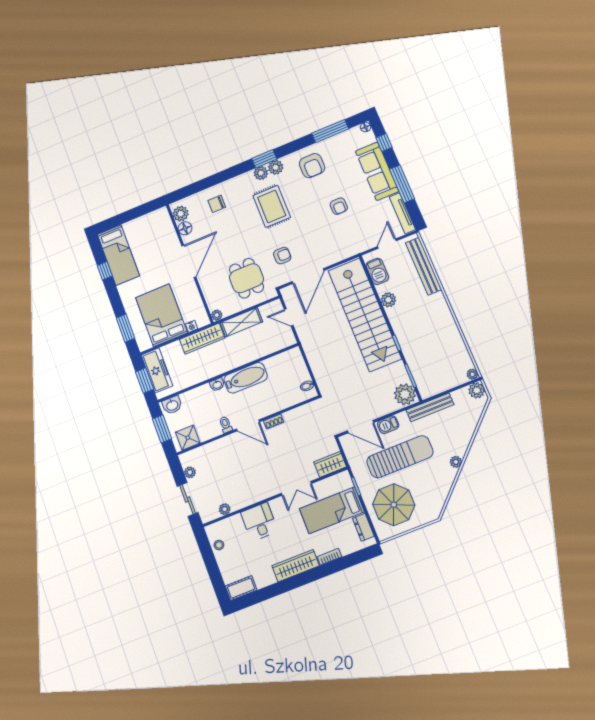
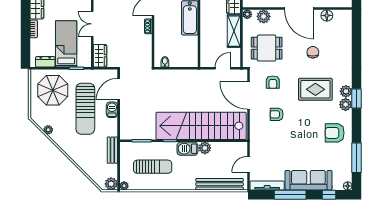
chair: (217, 204) -> (313, 52), moved
armchair: (339, 206) -> (277, 114), moved
plant: (181, 214) -> (264, 16), moved
door: (387, 244) -> (248, 164), swing flipped
barbecue: (377, 271) -> (187, 149), moved
sun lounger: (436, 350) -> (153, 167), added
plant: (405, 394) -> (129, 131), removed
bench: (430, 407) -> (112, 150), width x0.73
plant: (456, 462) -> (48, 130), moved

